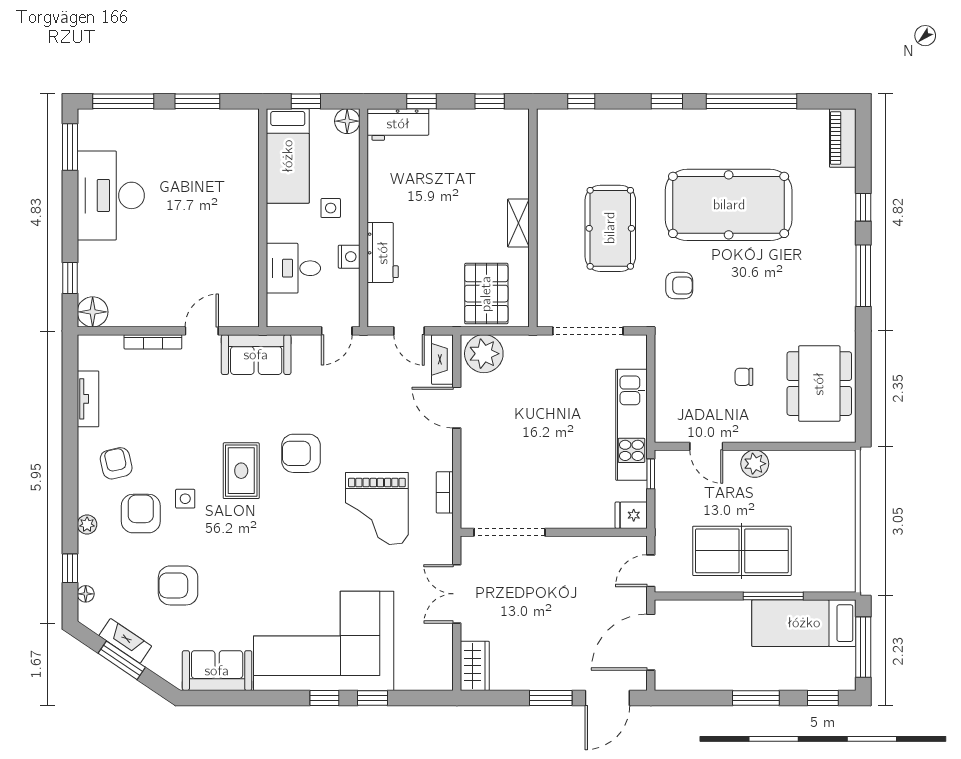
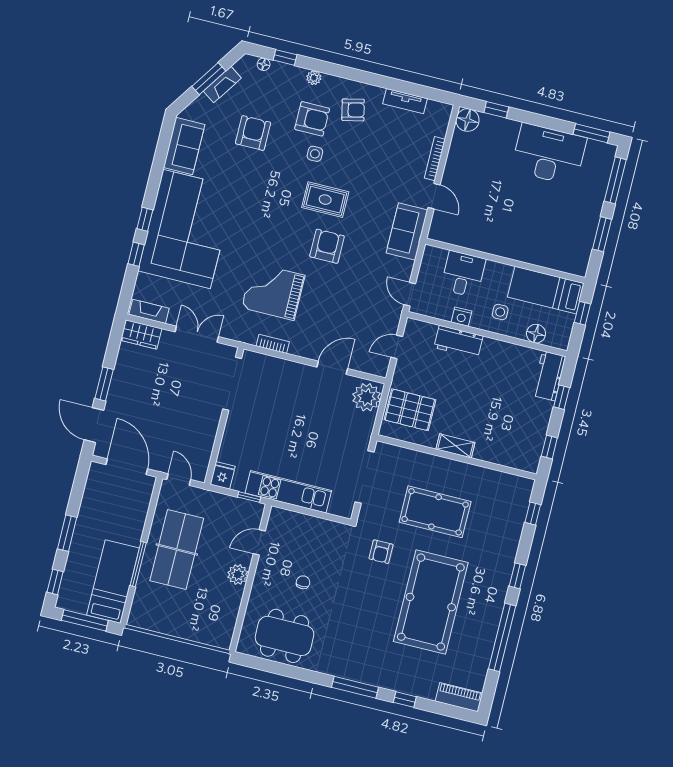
floor lamp: (347, 121) -> (536, 334), moved
fireplace: (442, 359) -> (149, 311), moved

